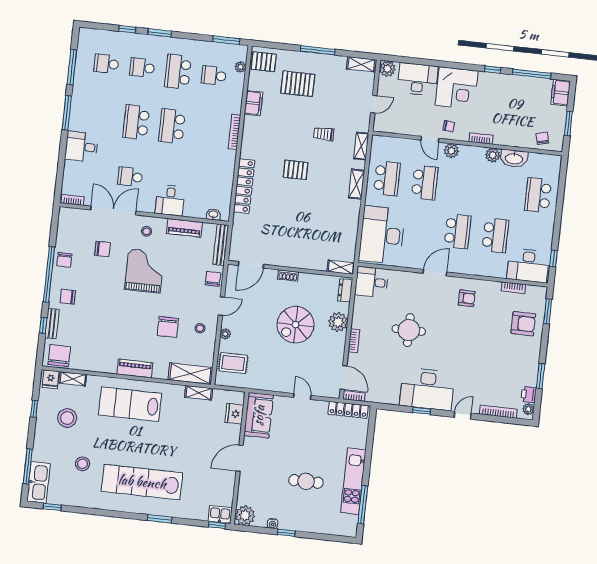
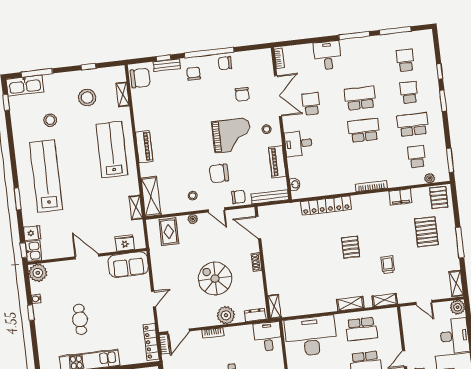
chair: (168, 327) -> (219, 173), moved
fridge: (51, 379) -> (32, 233), moved, turned 180

